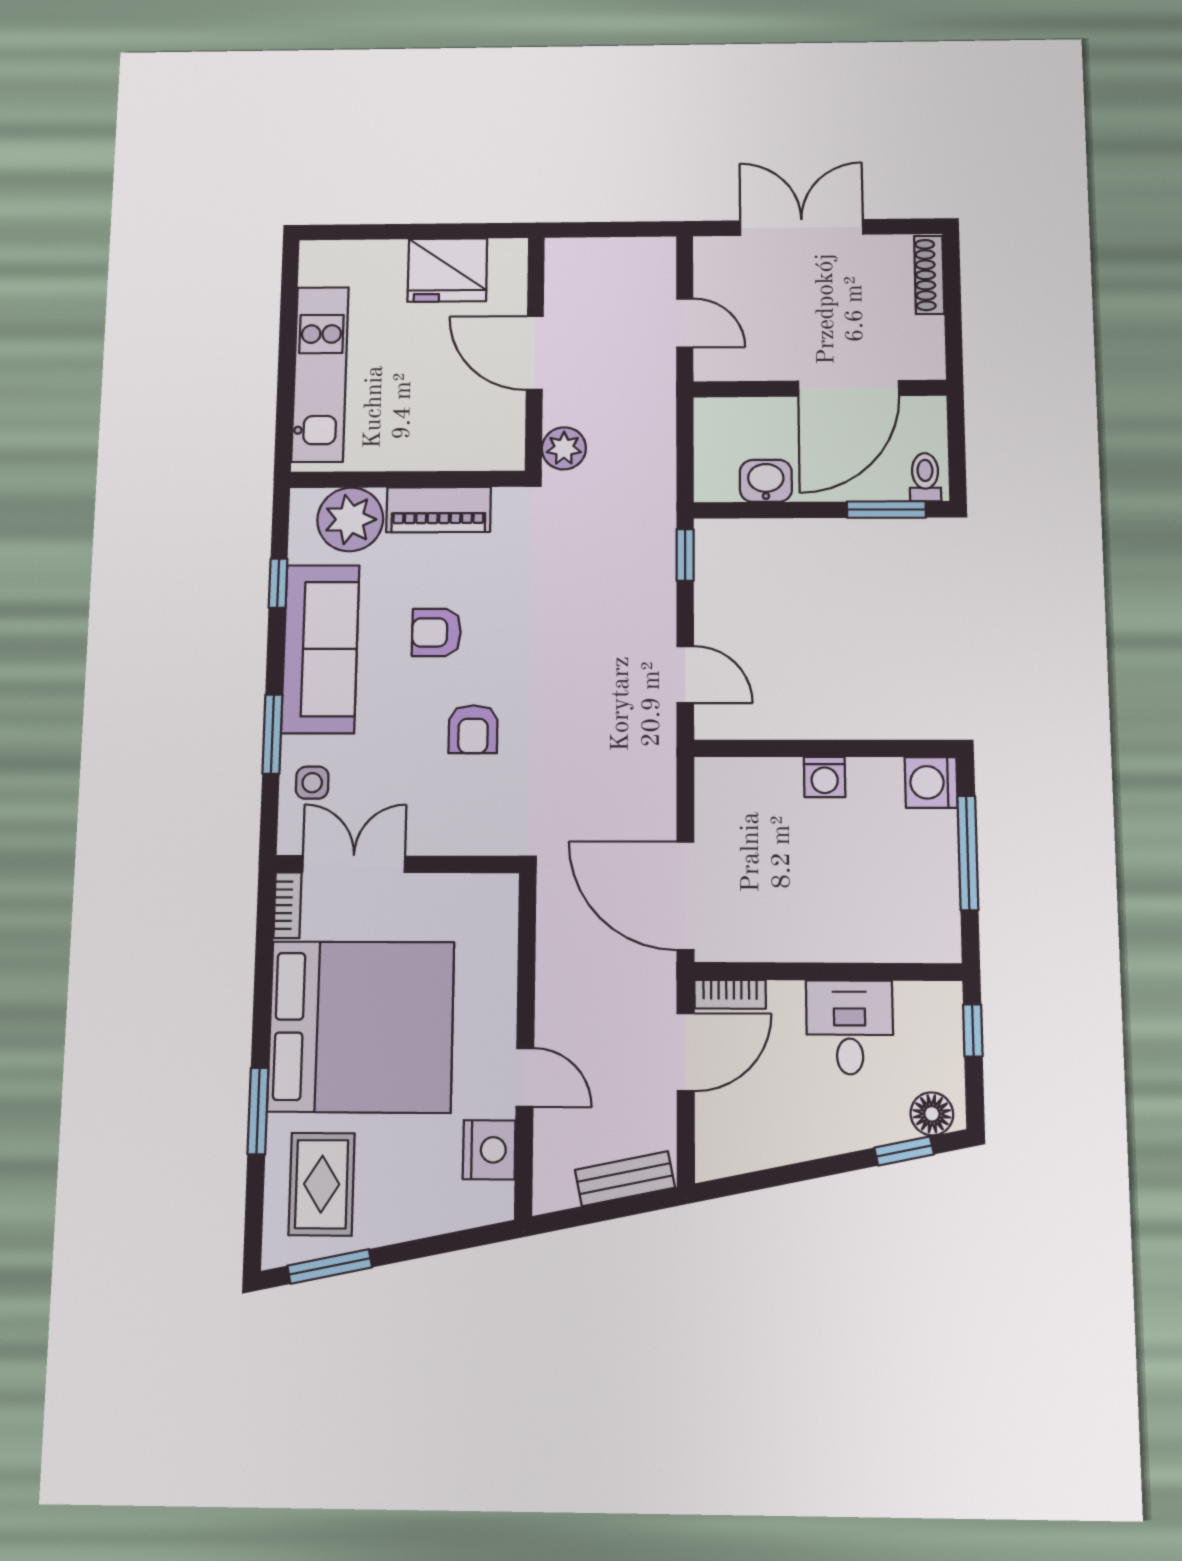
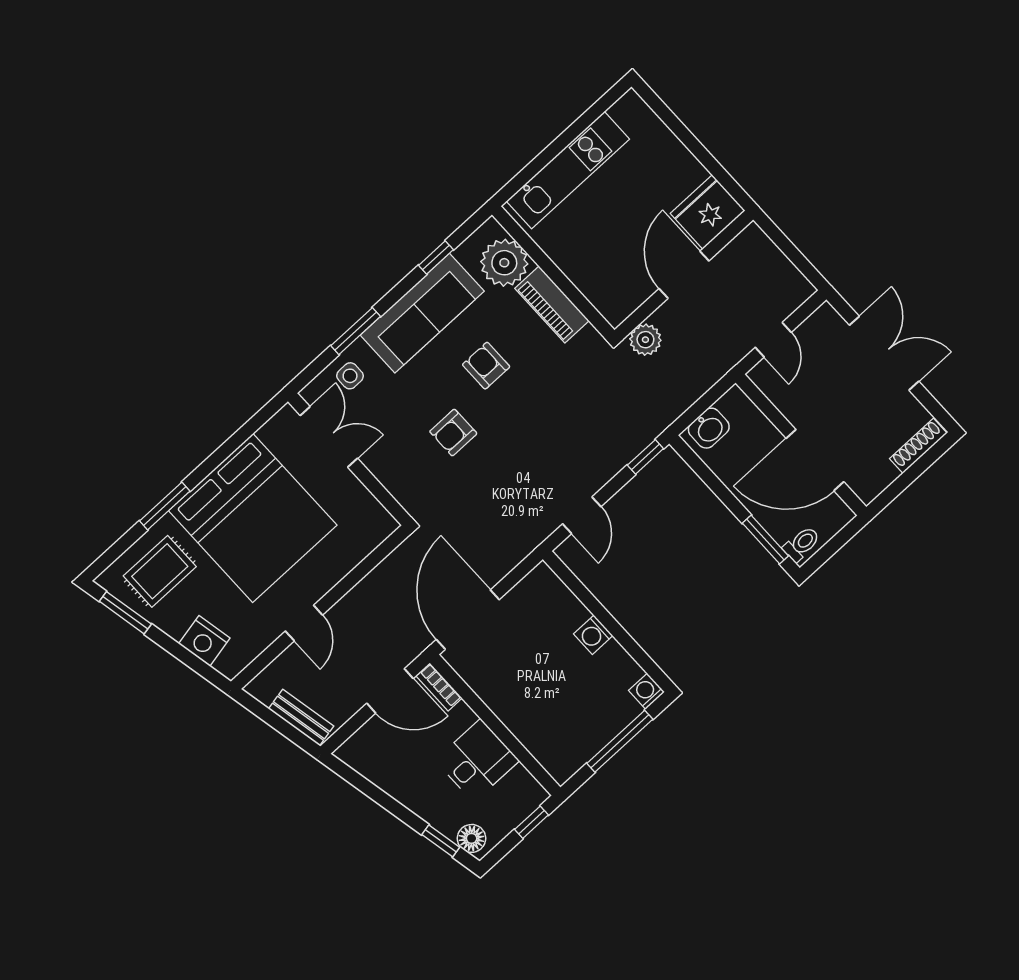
fridge: (447, 270) -> (708, 212), moved, turned 90
washbasin: (766, 481) -> (709, 428), moved, turned 90
washing machine: (931, 782) -> (647, 691), width x0.73, depth x0.73
bookcase: (288, 905) -> (277, 423), removed
nightstand: (489, 1150) -> (204, 641), moved, turned 78

